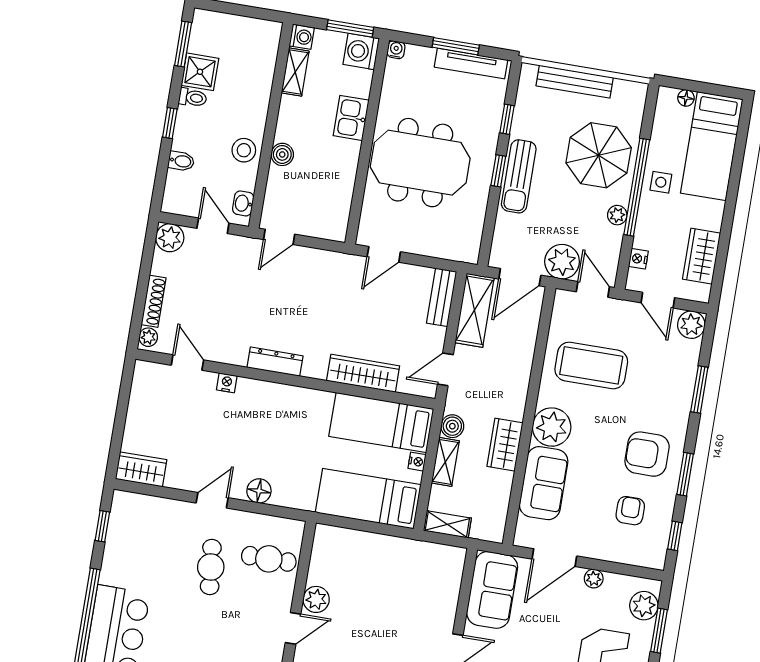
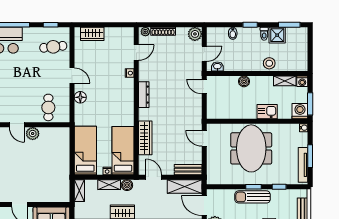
stool: (244, 150) -> (269, 63), moved
wardrobe: (141, 469) -> (92, 34), moved, turned 90
cafe table: (211, 567) -> (53, 47), moved

